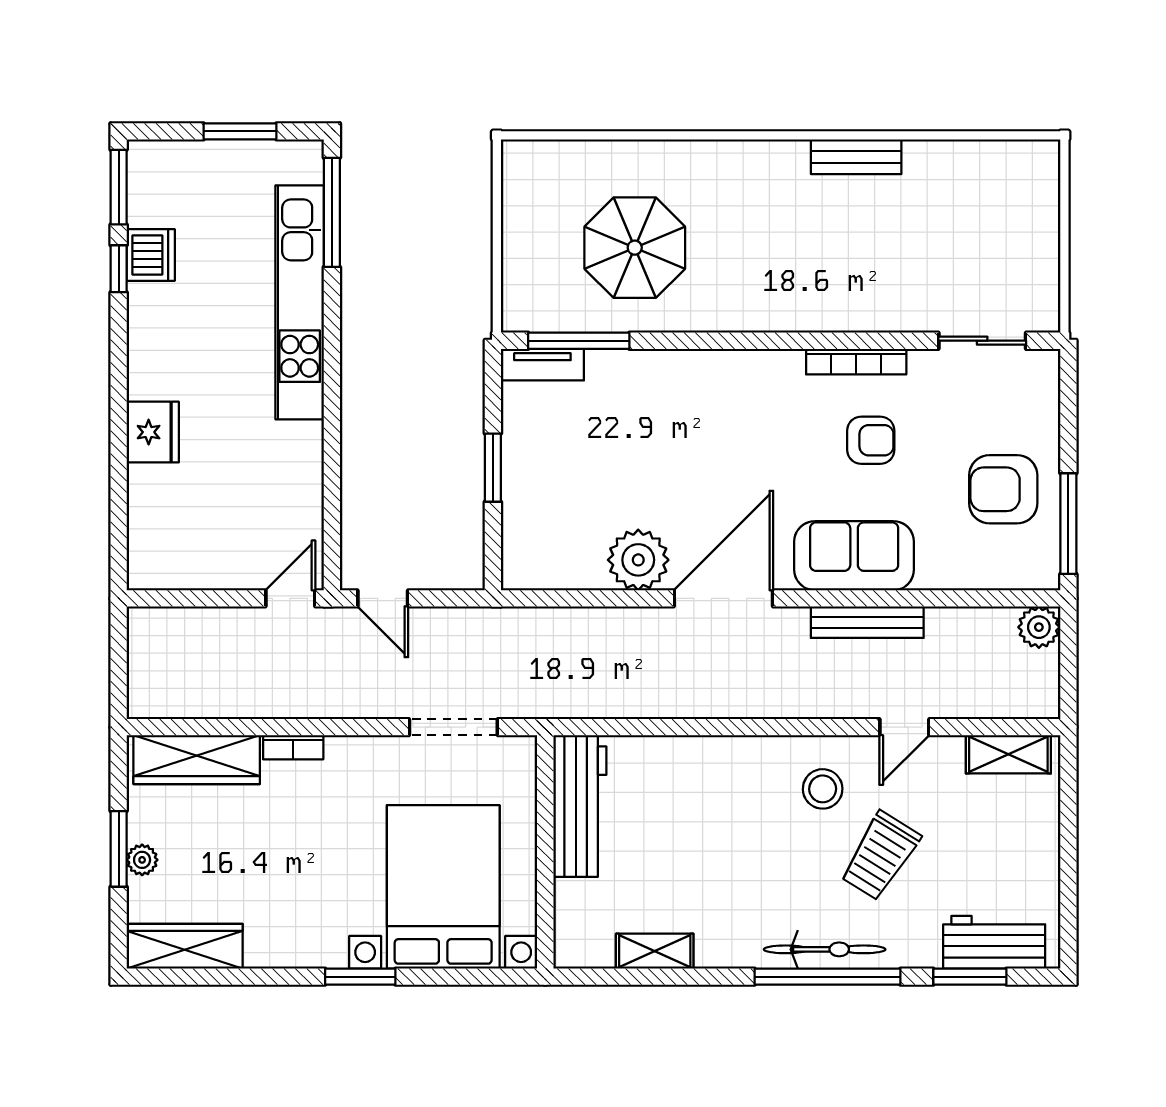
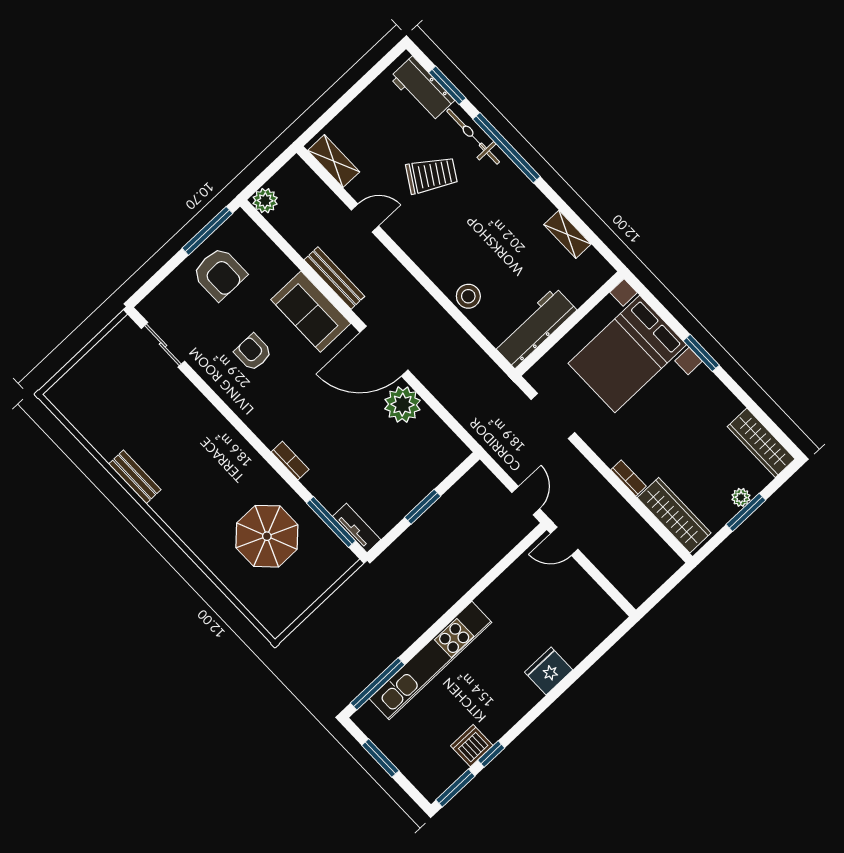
bookcase: (856, 362) -> (290, 461), moved, width x0.64
stool: (823, 789) -> (468, 296), moved
bicycle: (825, 949) -> (473, 137), moved

